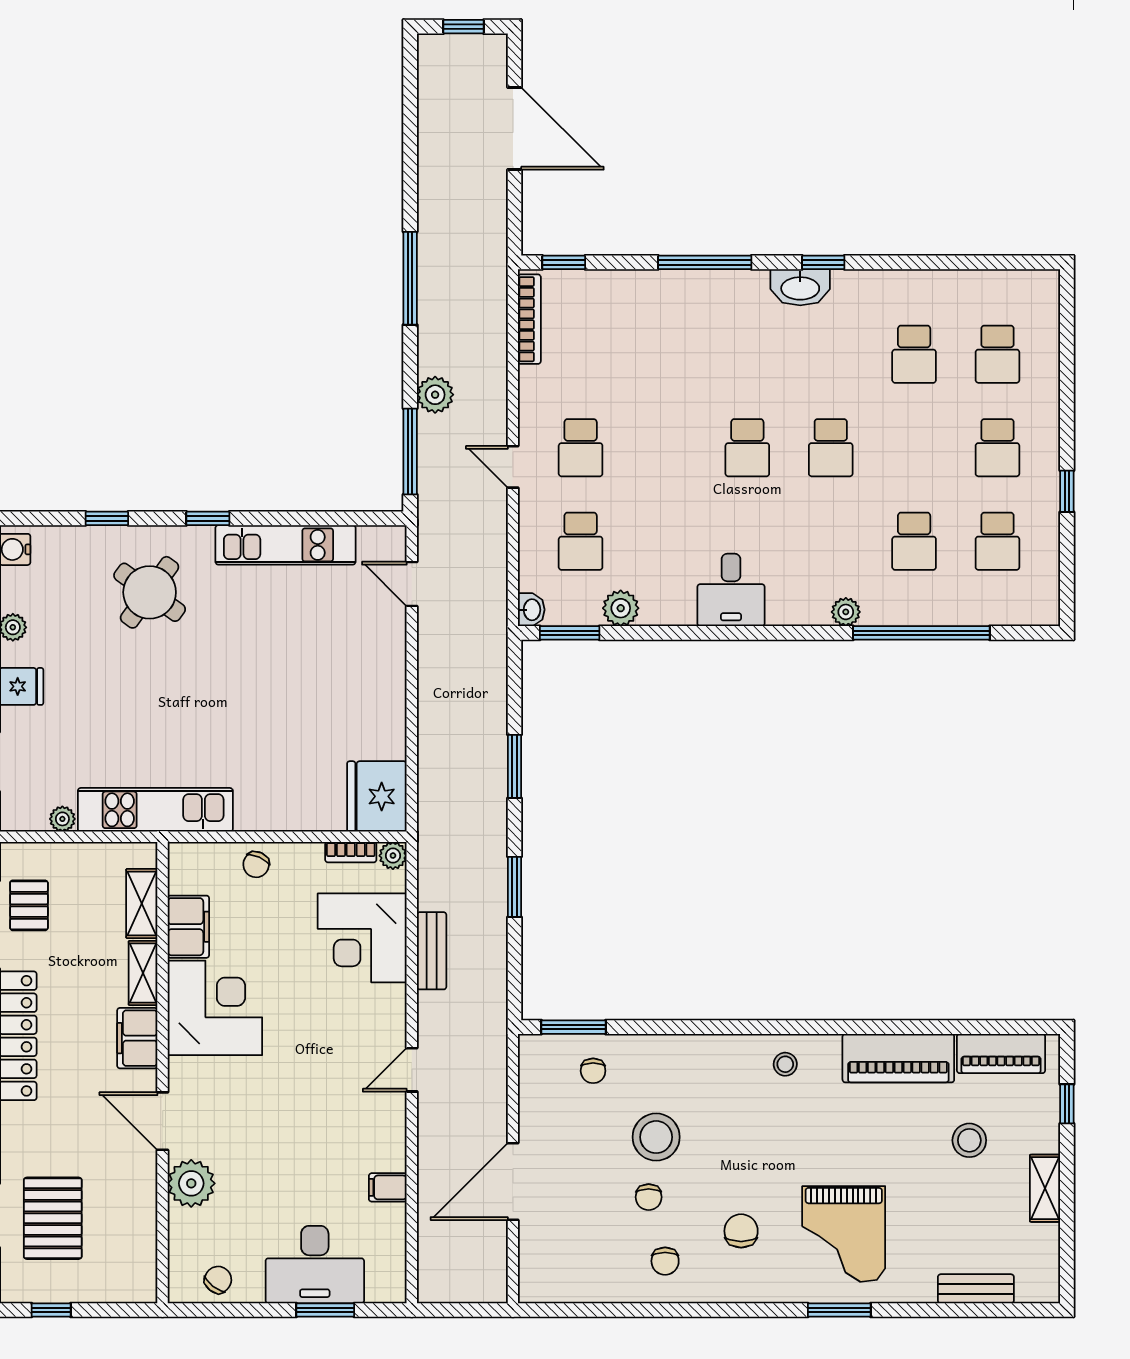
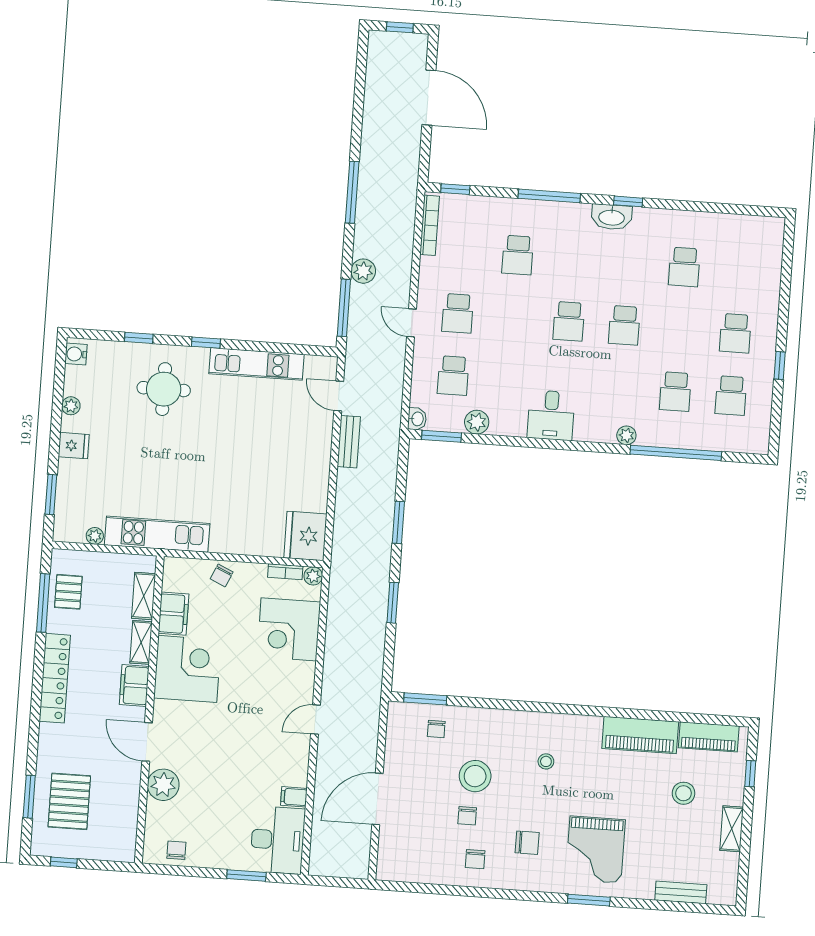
school desk: (997, 354) -> (518, 255), moved
round table: (150, 592) -> (164, 389), turned -36
bench: (432, 951) -> (349, 442), moved
stool: (785, 1064) -> (546, 761), moved
chair: (741, 1231) -> (527, 843), turned 90
desk: (315, 1265) -> (278, 840), moved, turned -90
chair: (218, 1280) -> (176, 850), turned -38

